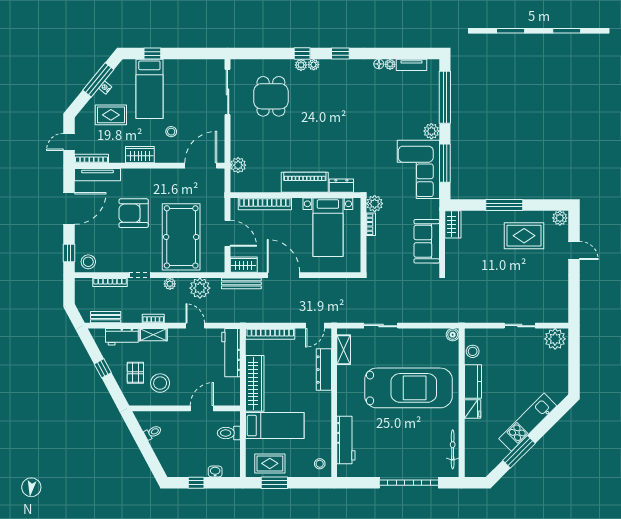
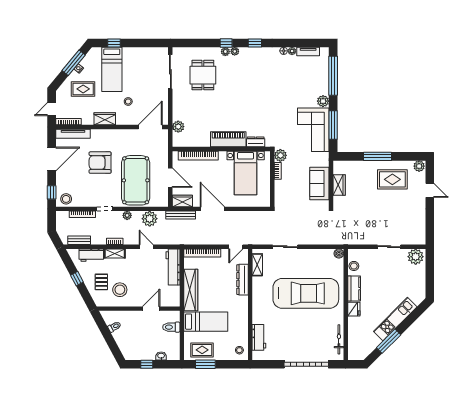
wardrobe: (453, 224) -> (339, 185), moved
workbench: (346, 440) -> (259, 337), width x0.73

